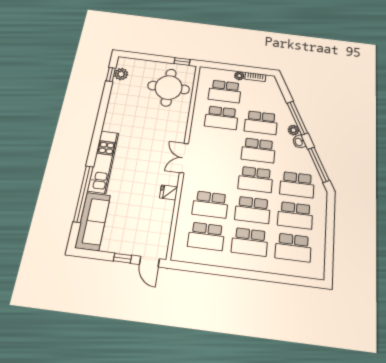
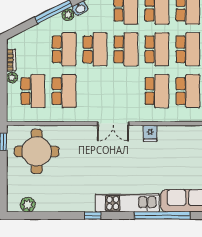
window: (111, 74) -> (93, 216), moved

